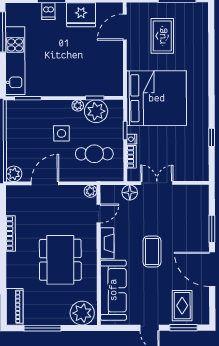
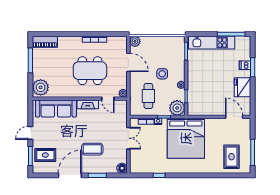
rug: (162, 36) -> (231, 157), moved, turned 90
plant: (96, 111) -> (177, 108), moved
floor lamp: (130, 193) -> (122, 168), moved
coffee table: (152, 252) -> (92, 149), moved
dining table: (60, 260) -> (90, 71), moved

